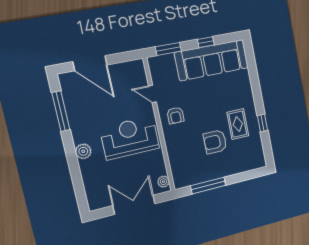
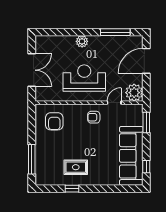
window: (206, 42) -> (146, 167), moved
reception desk: (130, 138) -> (84, 78), turned -90
armchair: (215, 142) -> (54, 121), moved, turned 180
plant: (163, 182) -> (134, 93), moved, width x1.88, depth x1.88
window: (208, 186) -> (32, 159), moved

